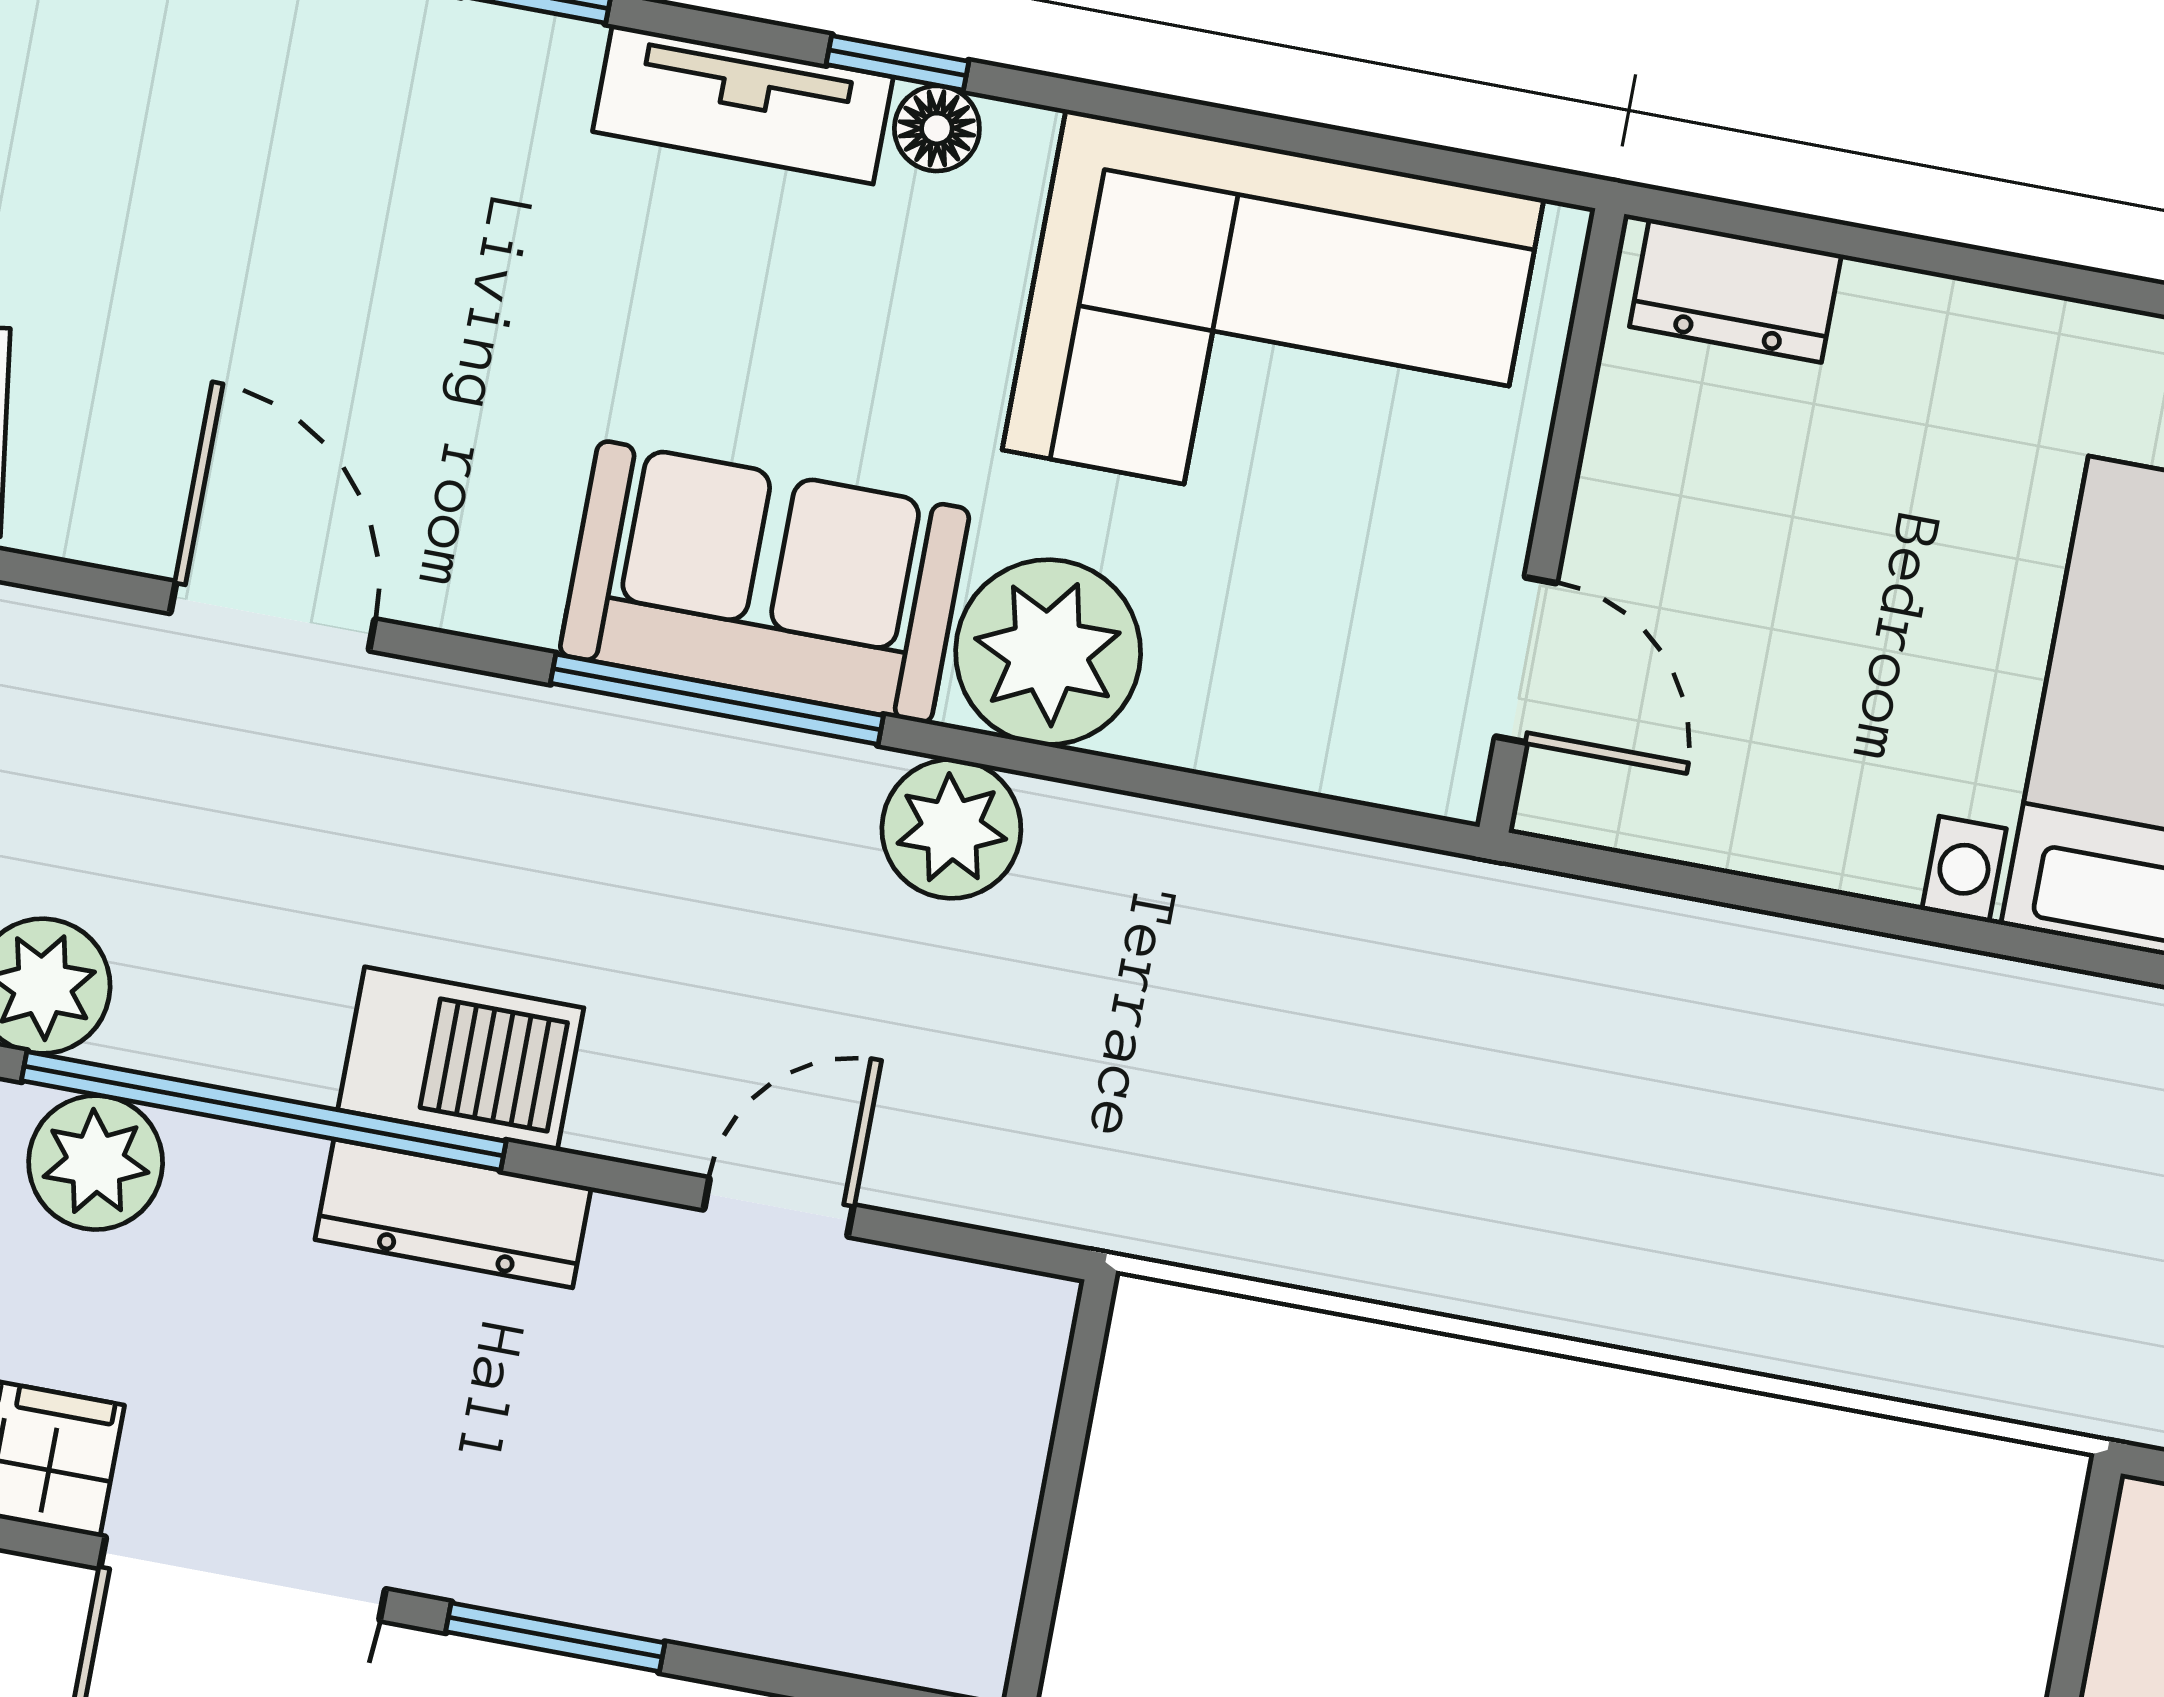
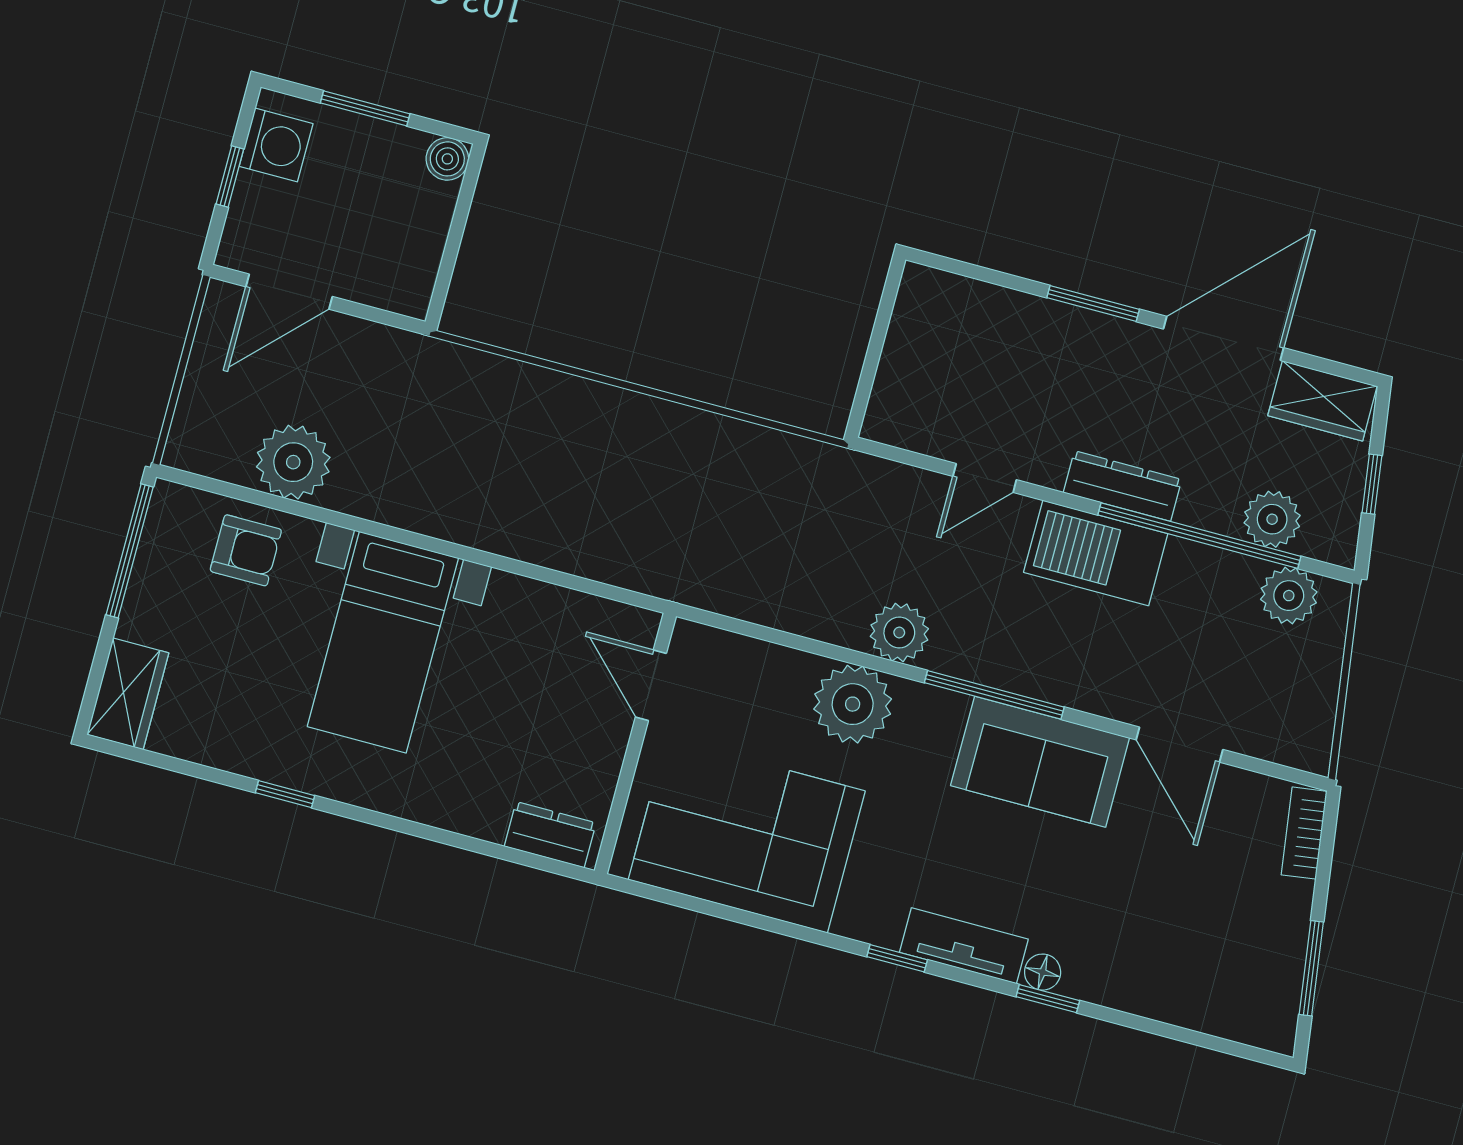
floor lamp: (937, 128) -> (1043, 972), moved
sofa: (765, 582) -> (1040, 762), moved
barbecue: (461, 1059) -> (1096, 553), width x1.37, depth x1.21

